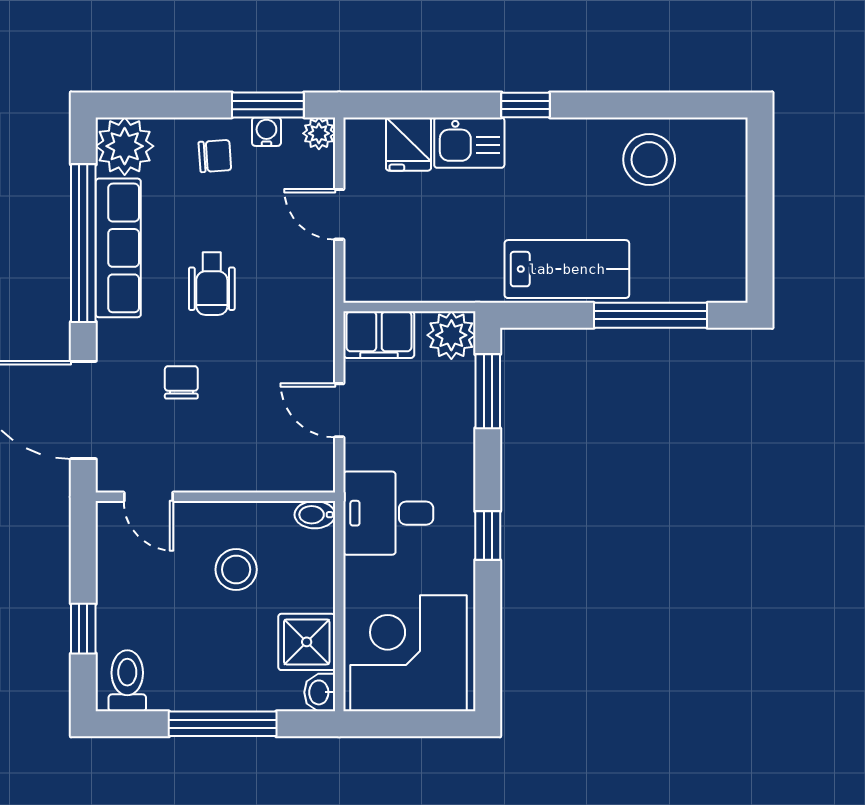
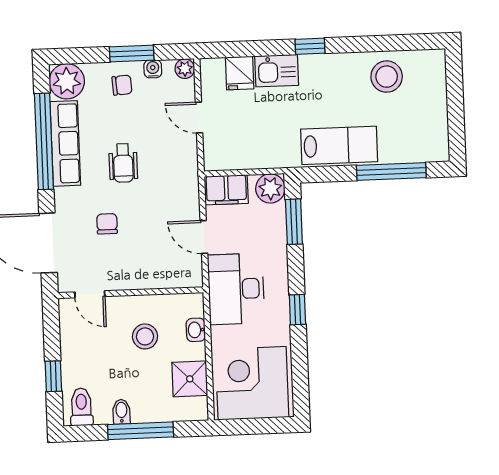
window: (268, 105) -> (132, 53), moved
desk: (388, 513) -> (236, 289), width x1.37
bidet: (315, 515) -> (121, 412), moved, turned 90
washbasin: (320, 692) -> (196, 330), moved

